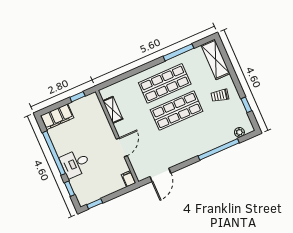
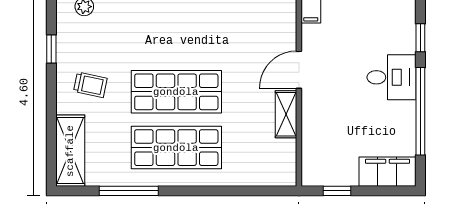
shelving: (113, 110) -> (286, 114), moved

